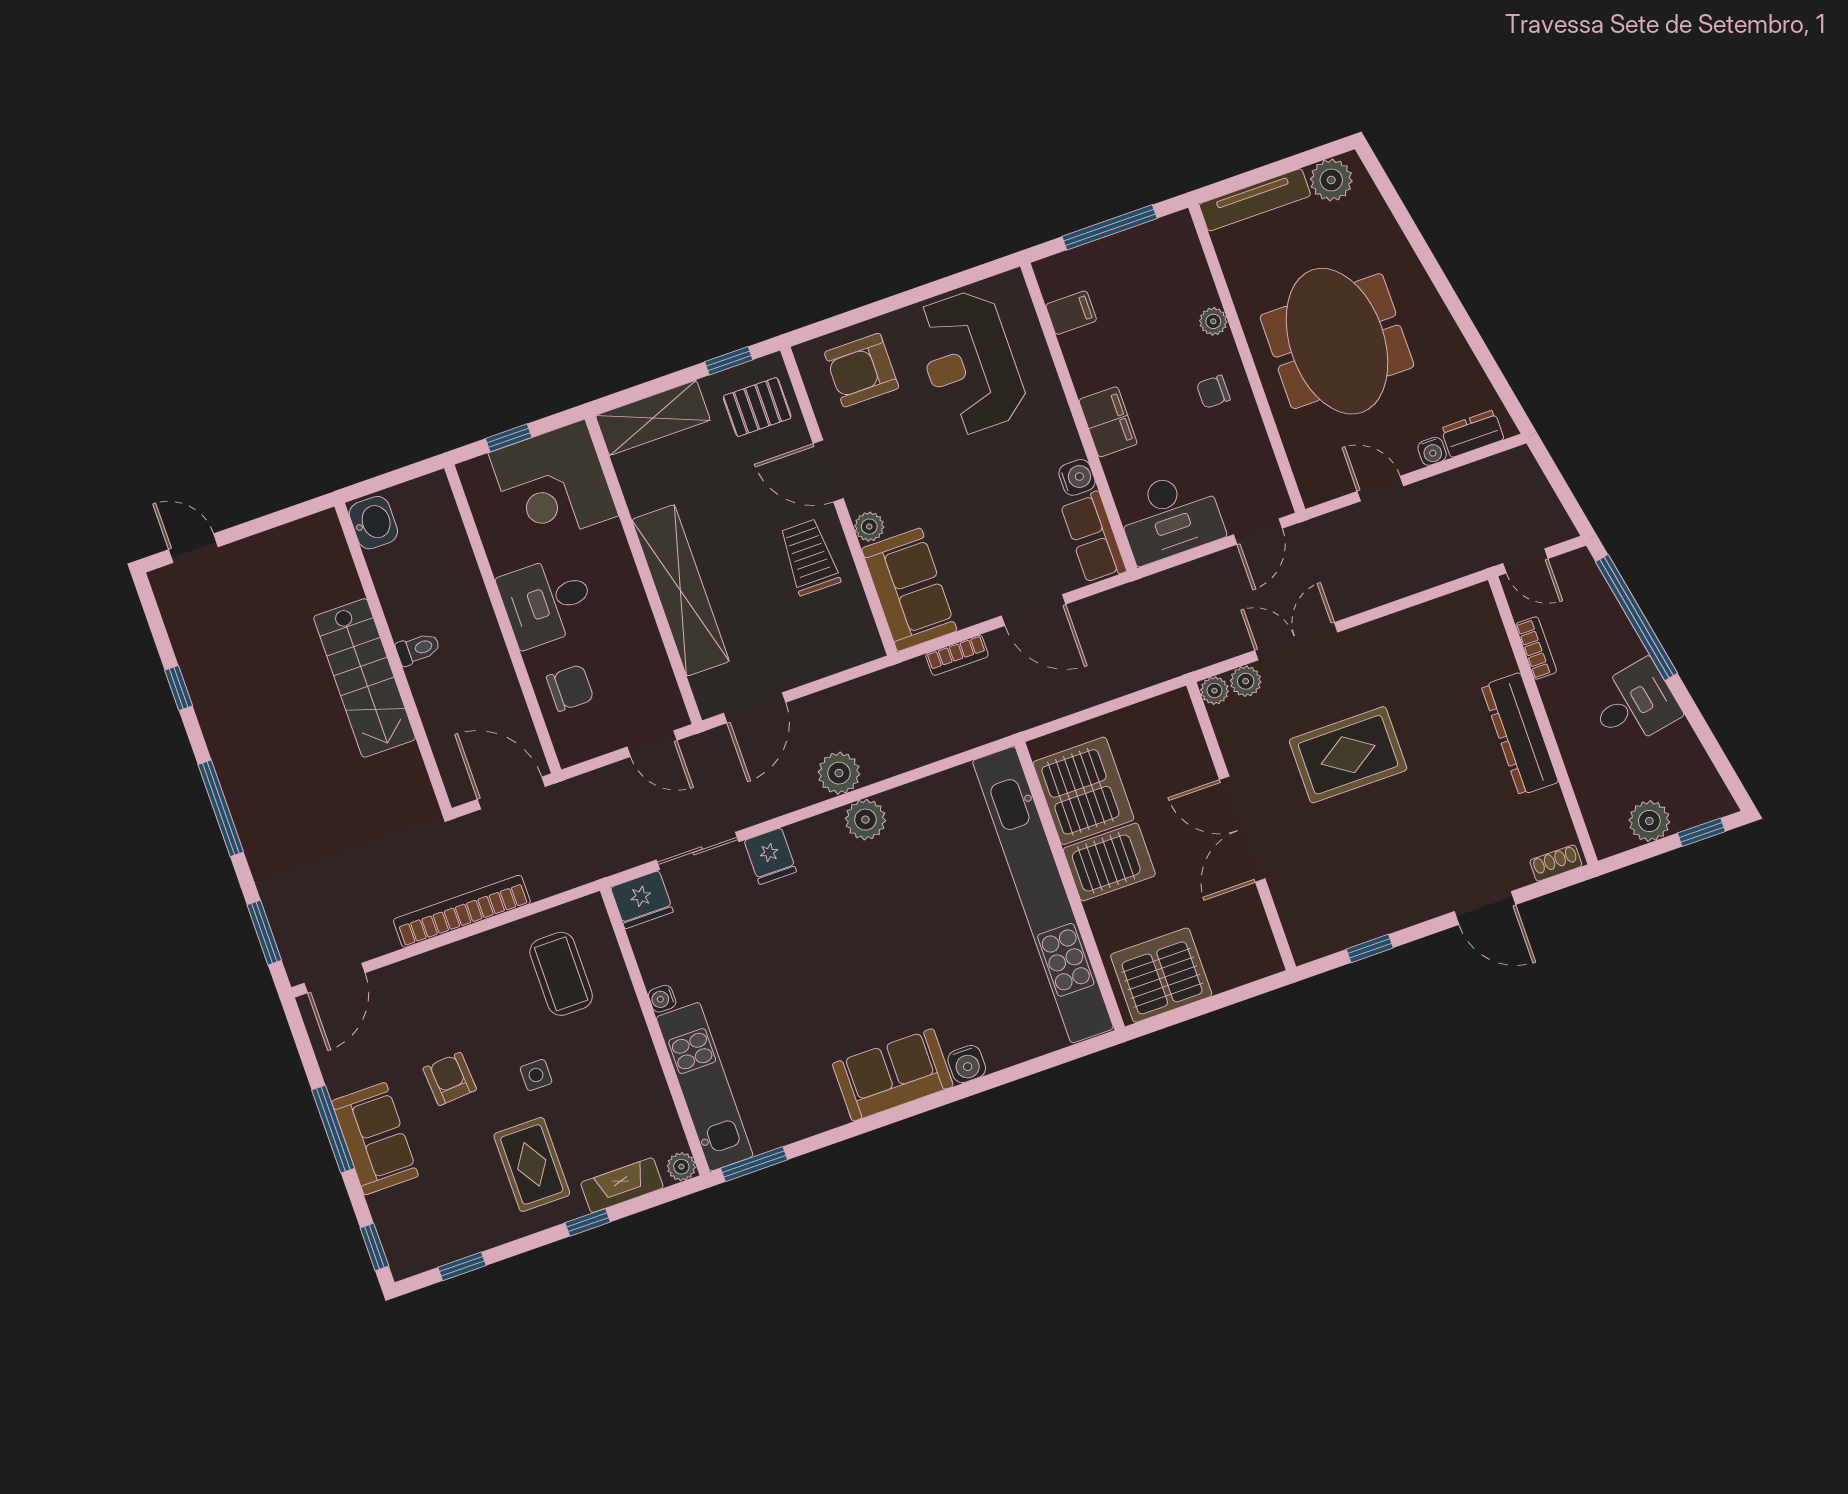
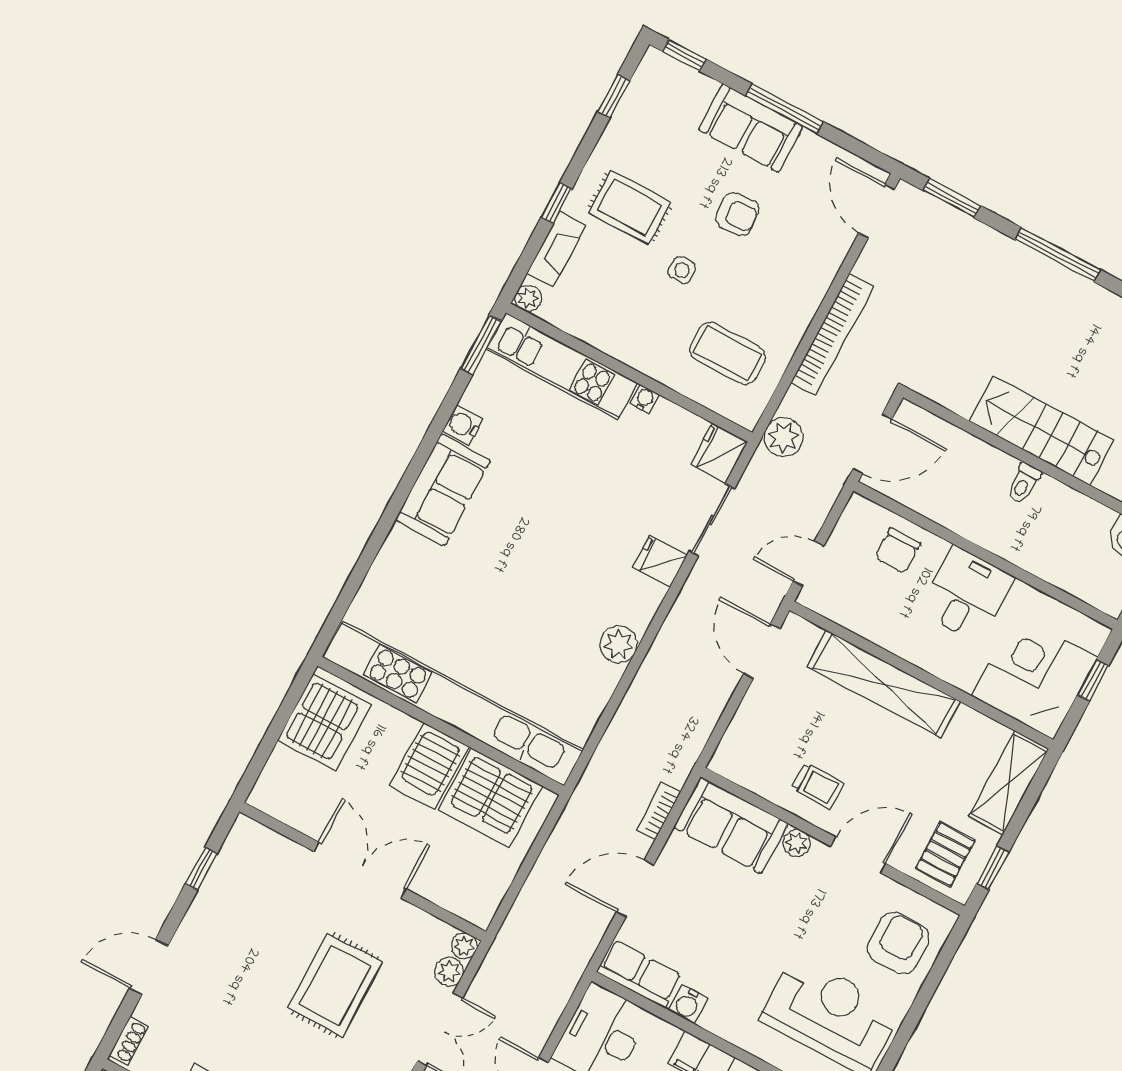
trolley: (809, 557) -> (818, 786), width x0.73, depth x0.72
plant: (839, 773) -> (783, 437), moved
water cooler: (967, 1064) -> (463, 425), moved

